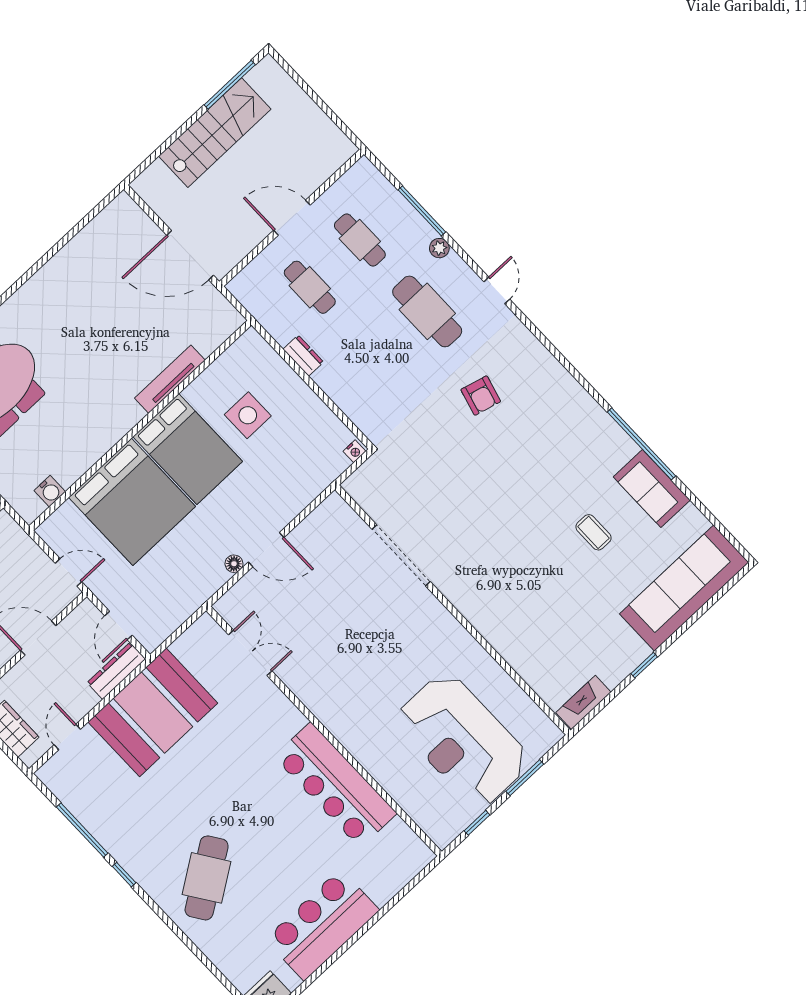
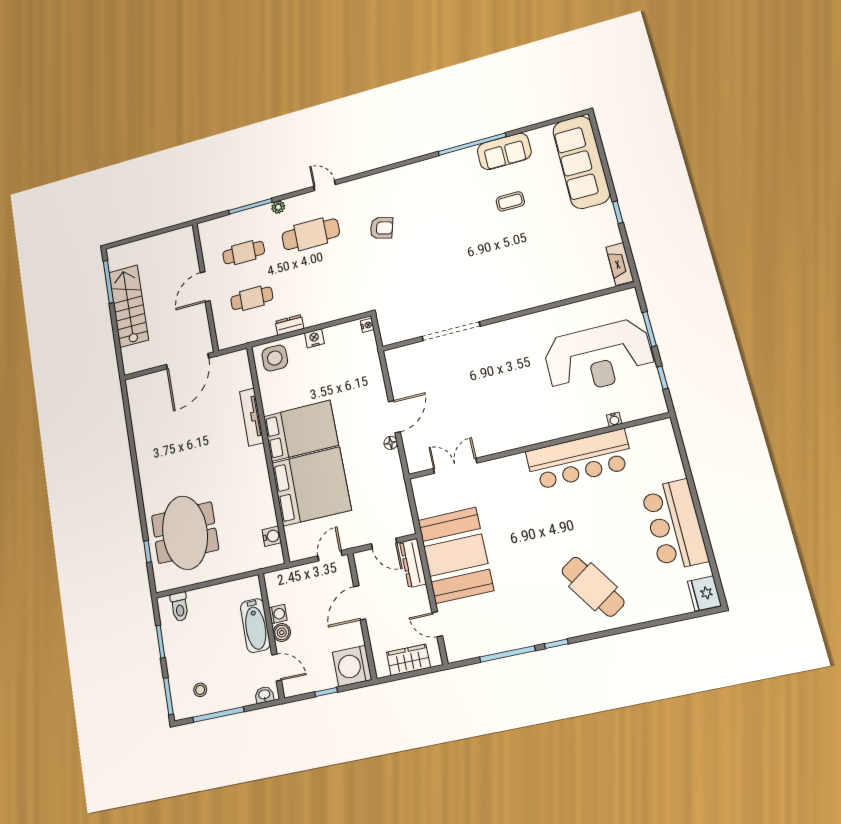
nightstand: (304, 397) -> (314, 338), added
side table: (248, 415) -> (275, 358), moved
water cooler: (401, 797) -> (614, 419), added

